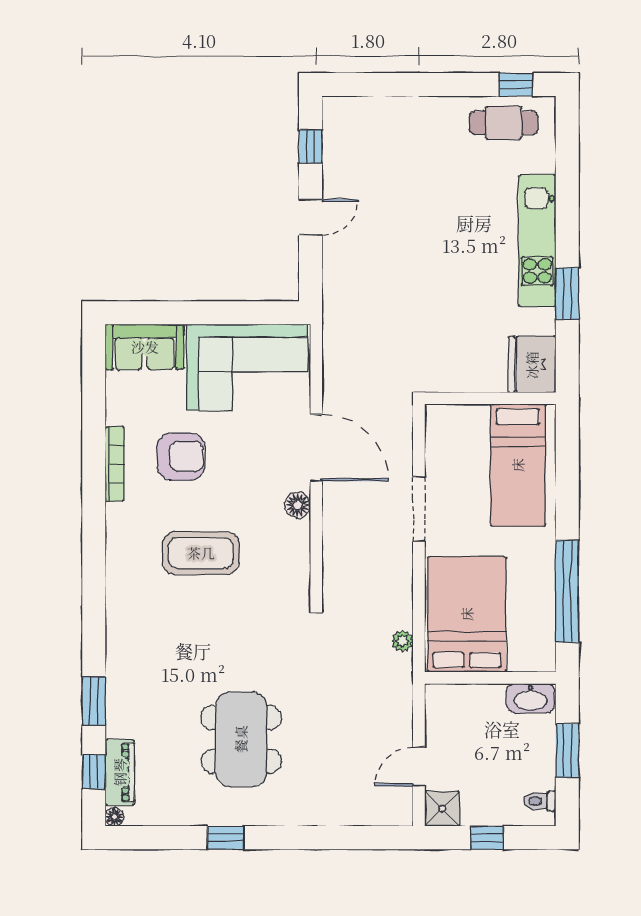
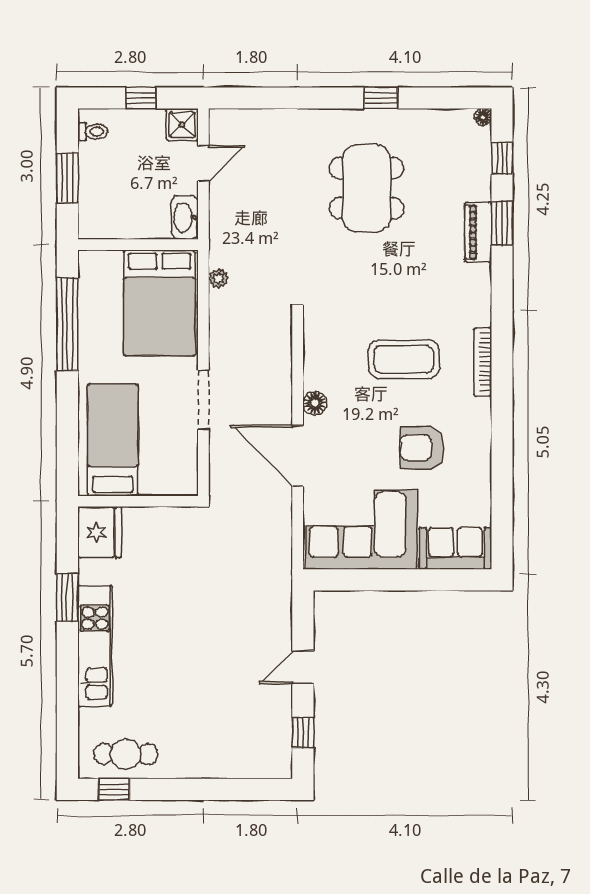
bookcase: (115, 464) -> (483, 362), moved
washbasin: (531, 698) -> (185, 217), moved, turned -90
piano: (120, 772) -> (478, 232), moved

